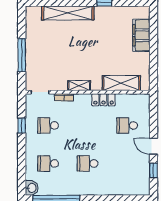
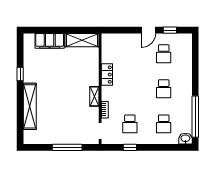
shelving: (121, 83) -> (82, 40), moved, turned 90
school desk: (127, 125) -> (164, 54), moved

